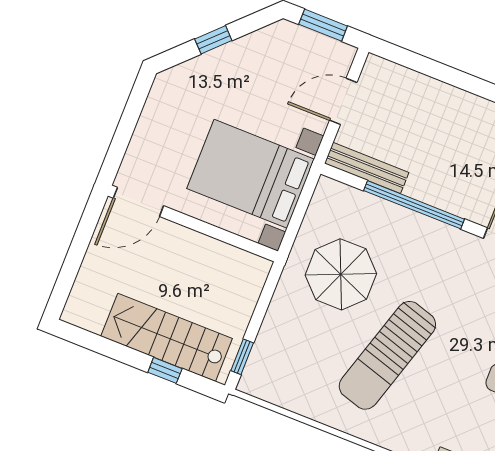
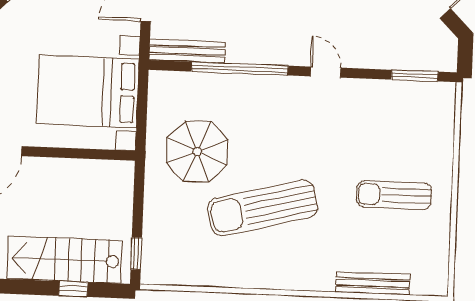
sun lounger: (387, 355) -> (262, 208), turned 59

